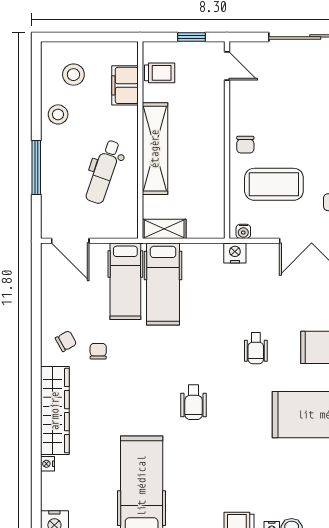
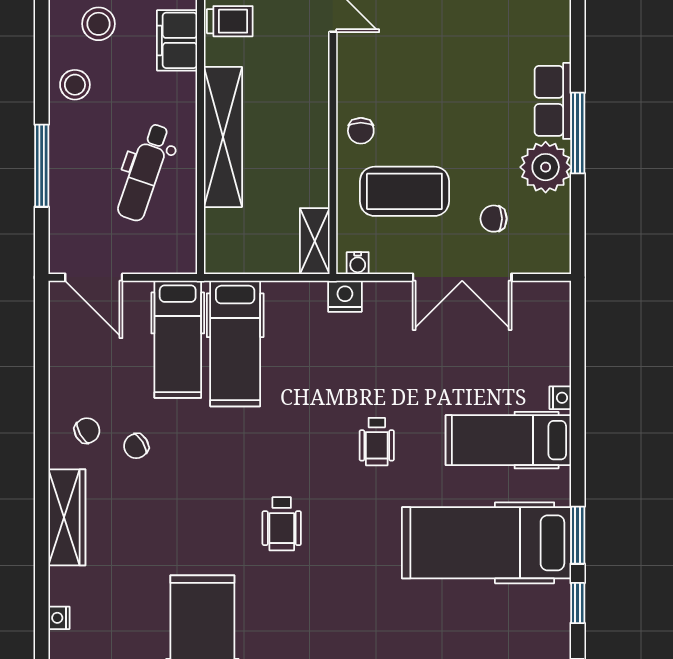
shelving: (164, 229) -> (315, 241), moved, turned 90
chair: (98, 351) -> (136, 446), turned -122
wardrobe: (55, 411) -> (67, 517), width x0.71, depth x0.85

